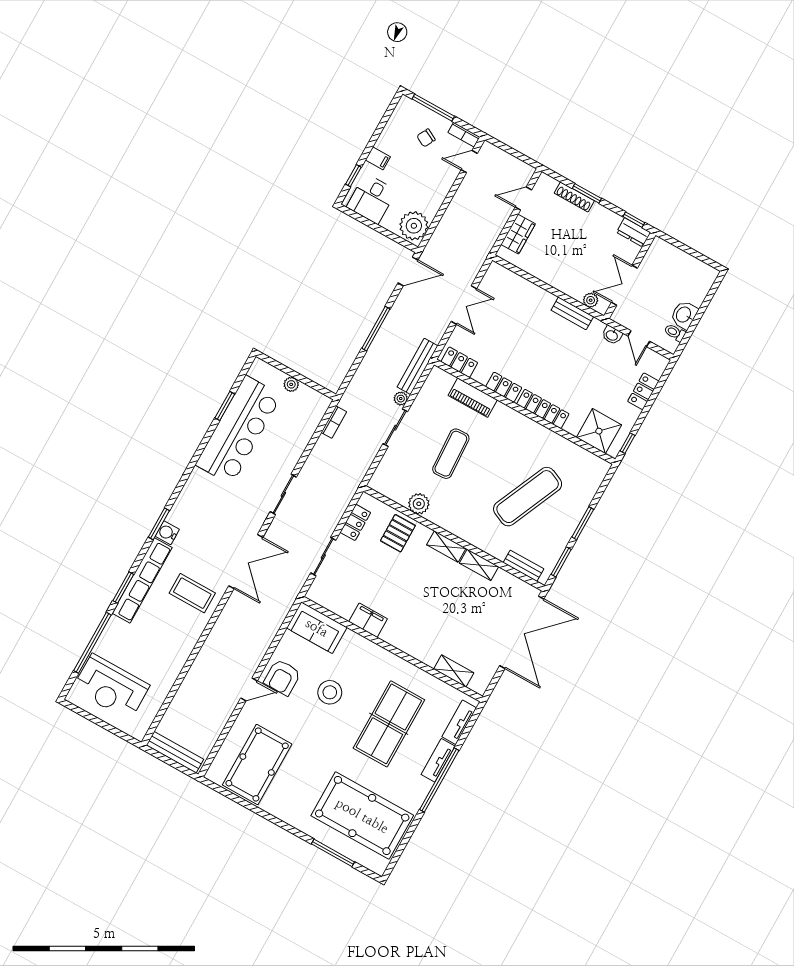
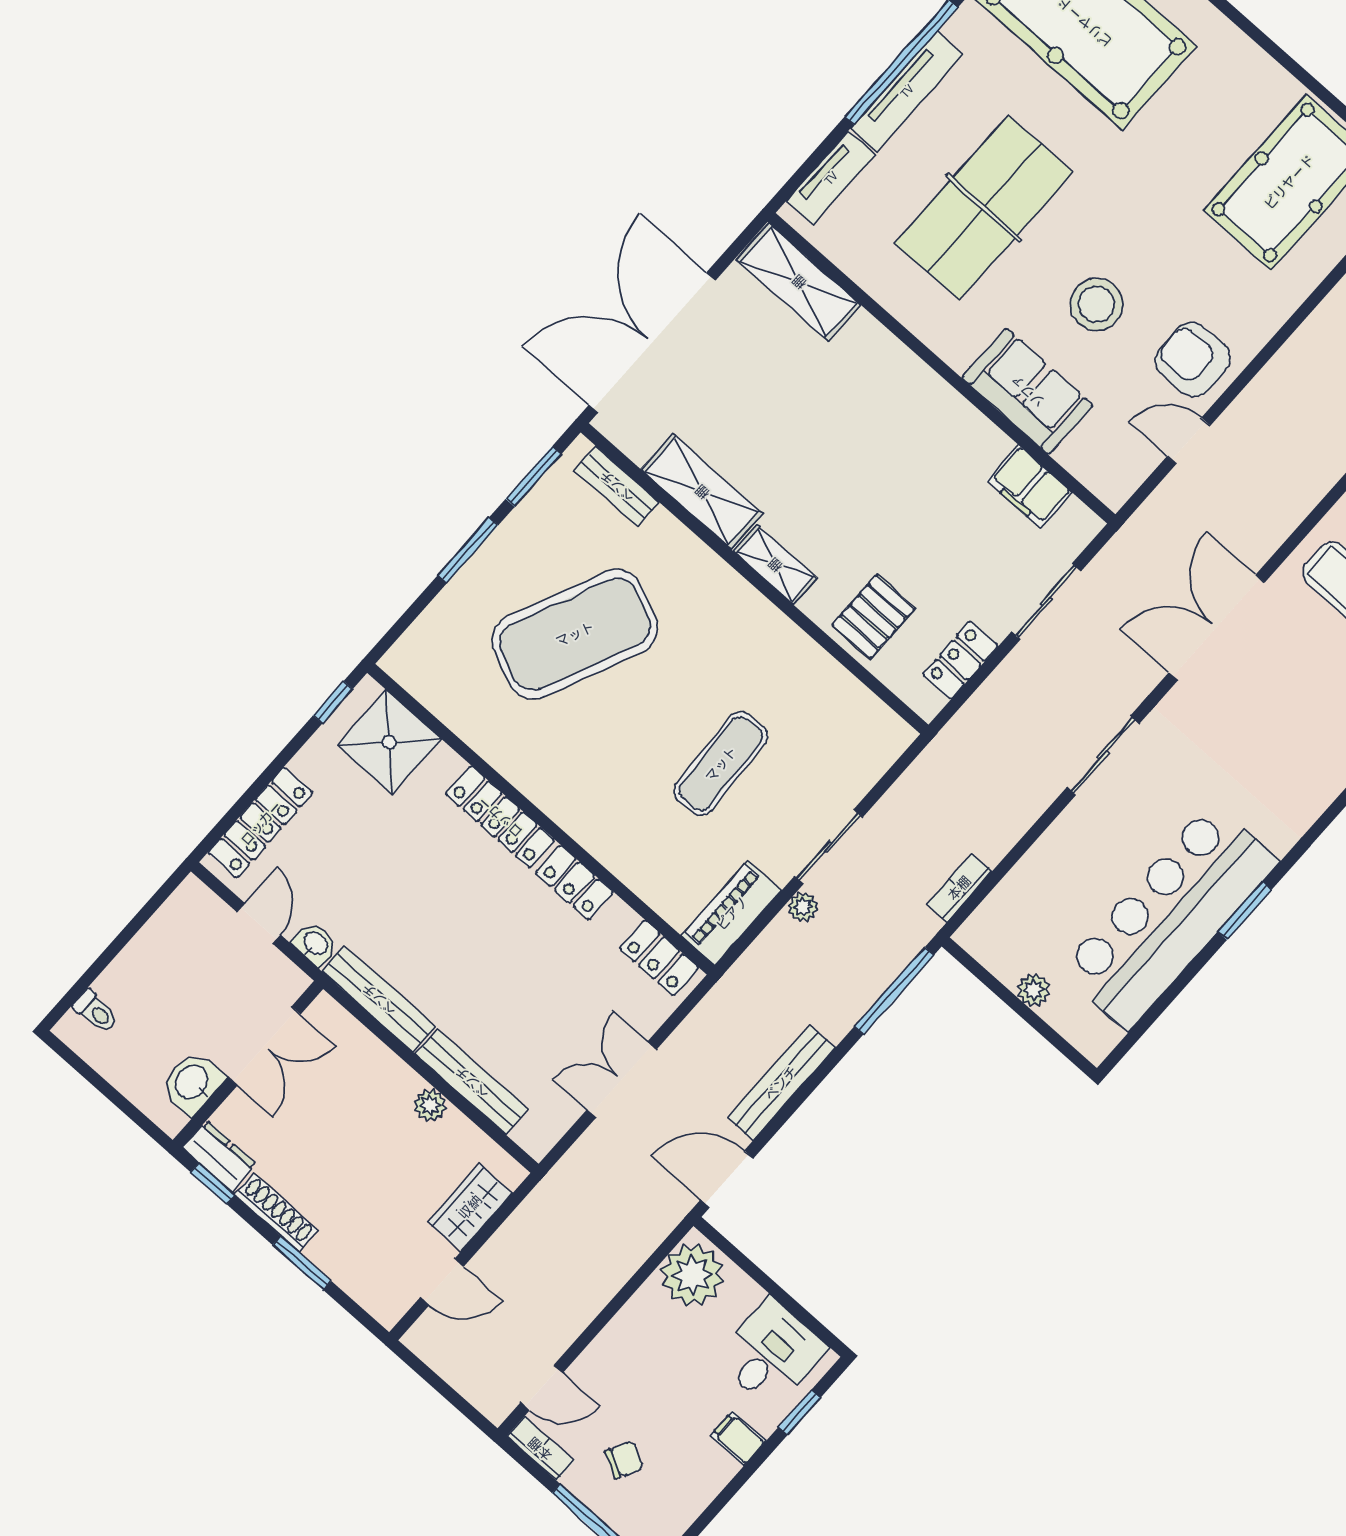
shoe rack: (574, 197) -> (276, 1212), moved
bench: (530, 289) -> (472, 1082), added
plant: (591, 300) -> (430, 1105), moved
bench: (572, 313) -> (379, 999), width x1.36
washbasin: (684, 315) -> (192, 1083), moved, turned 180
window: (376, 329) -> (894, 991), moved
toilet: (675, 333) -> (96, 1012), moved
bench: (417, 366) -> (781, 1083), moved
locker: (643, 391) -> (261, 823), width x1.53
piano: (473, 398) -> (732, 913), moved, turned -90
window: (225, 406) -> (1245, 911), moved
exercise mat: (528, 497) -> (575, 634), width x1.47
plant: (419, 504) -> (814, 670), removed
shelving: (479, 565) -> (702, 492), width x1.50, depth x1.33
filing cabinet: (368, 620) -> (1030, 487), moved
sofa: (317, 628) -> (1027, 391), moved
shelving: (454, 671) -> (799, 282), width x1.50, depth x1.33
armchair: (282, 677) -> (1193, 359), turned -90
door: (249, 689) -> (1189, 441), moved
tv unit: (438, 760) -> (907, 91), width x1.41

